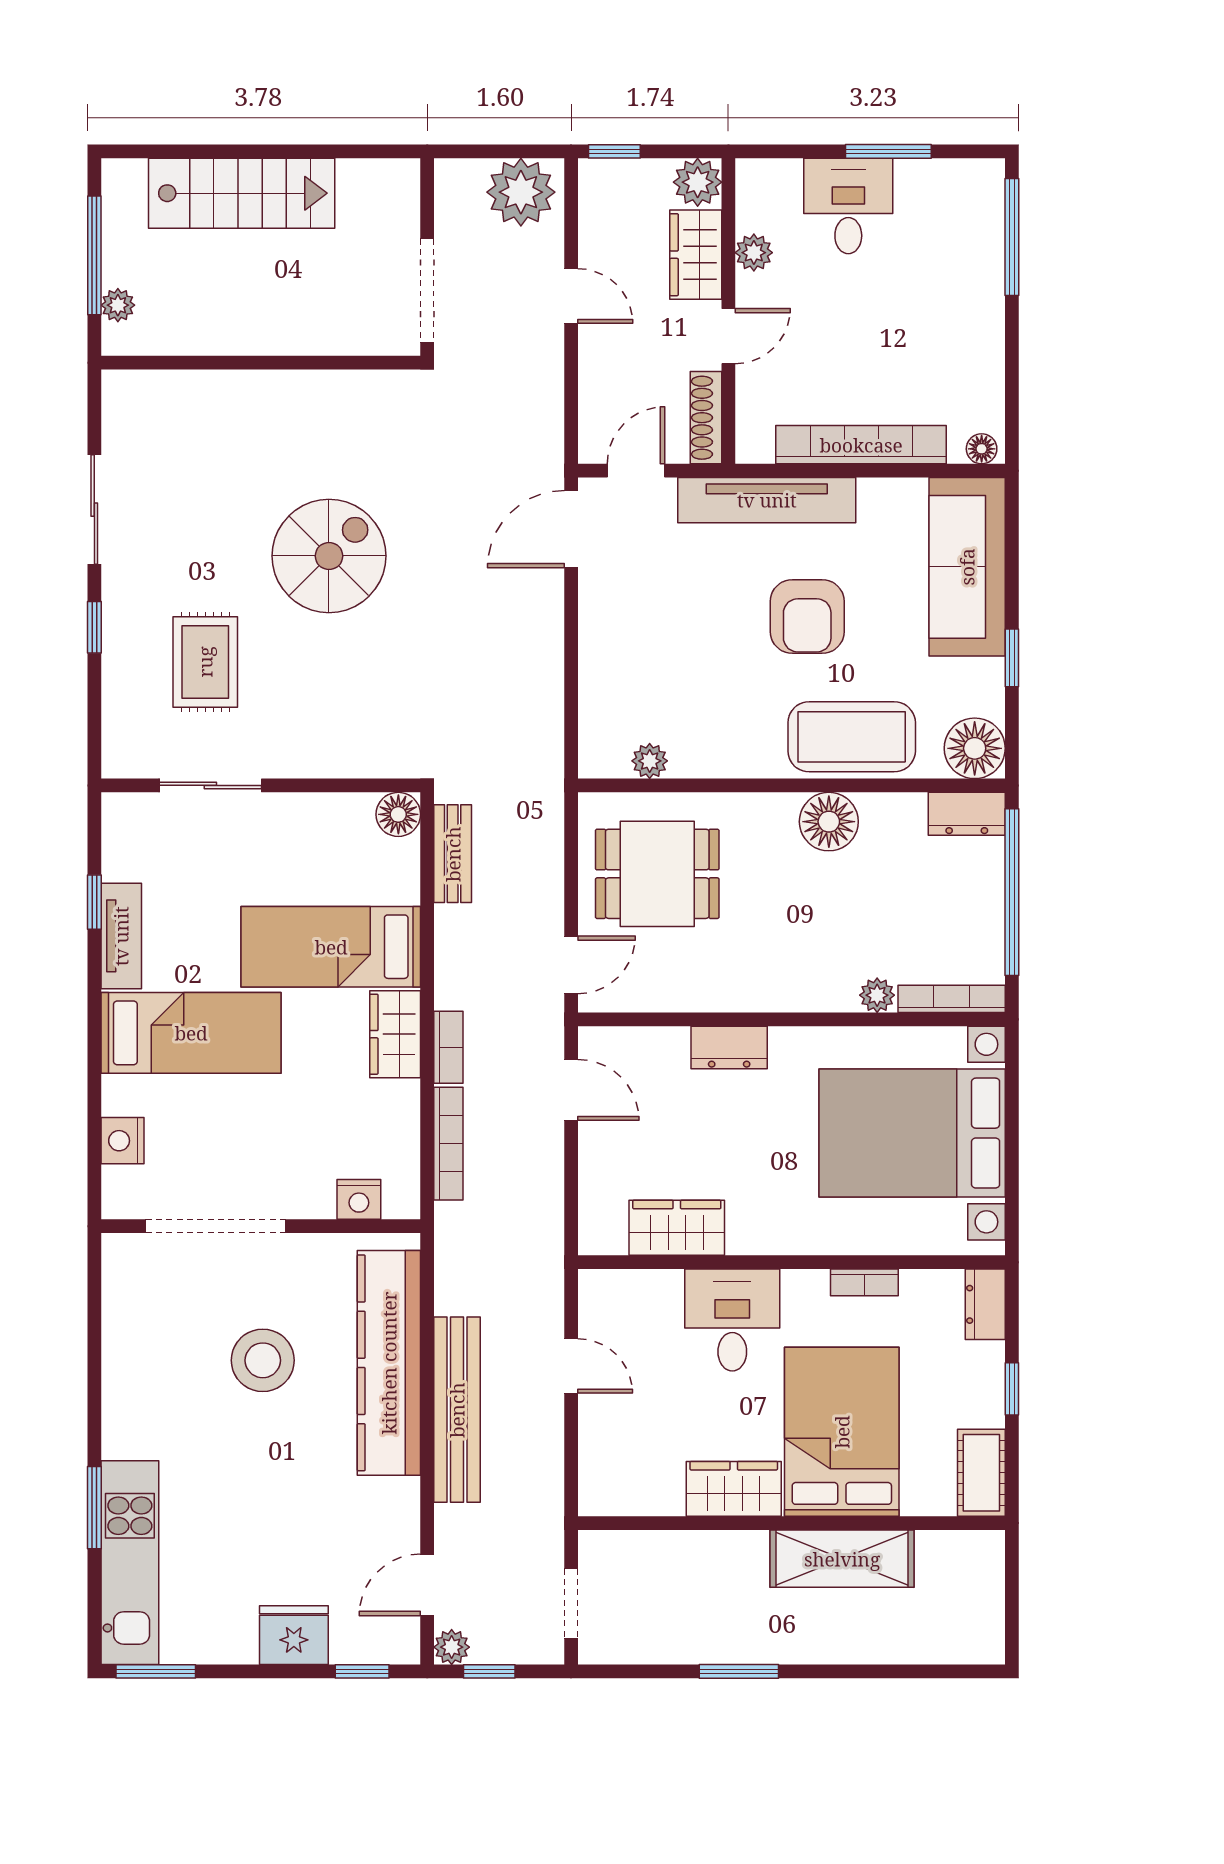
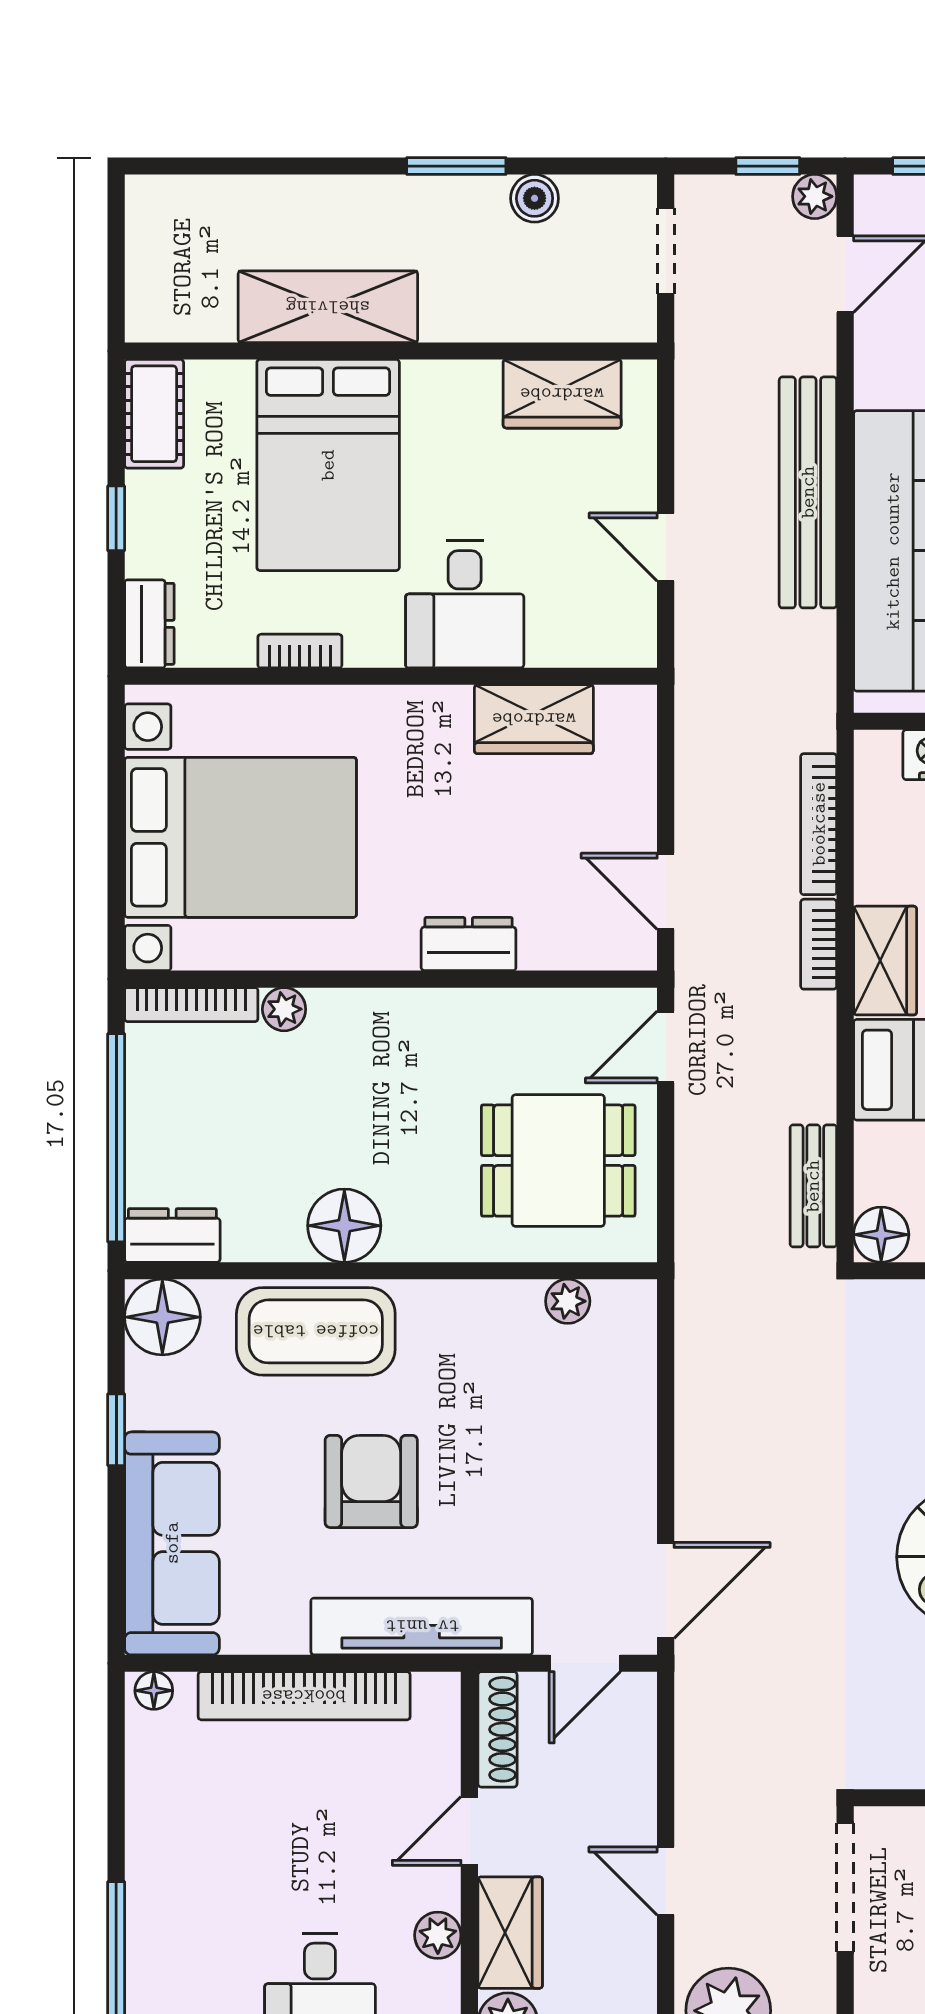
wardrobe: (734, 1489) -> (562, 394), moved
boiler: (676, 1646) -> (535, 198), added

